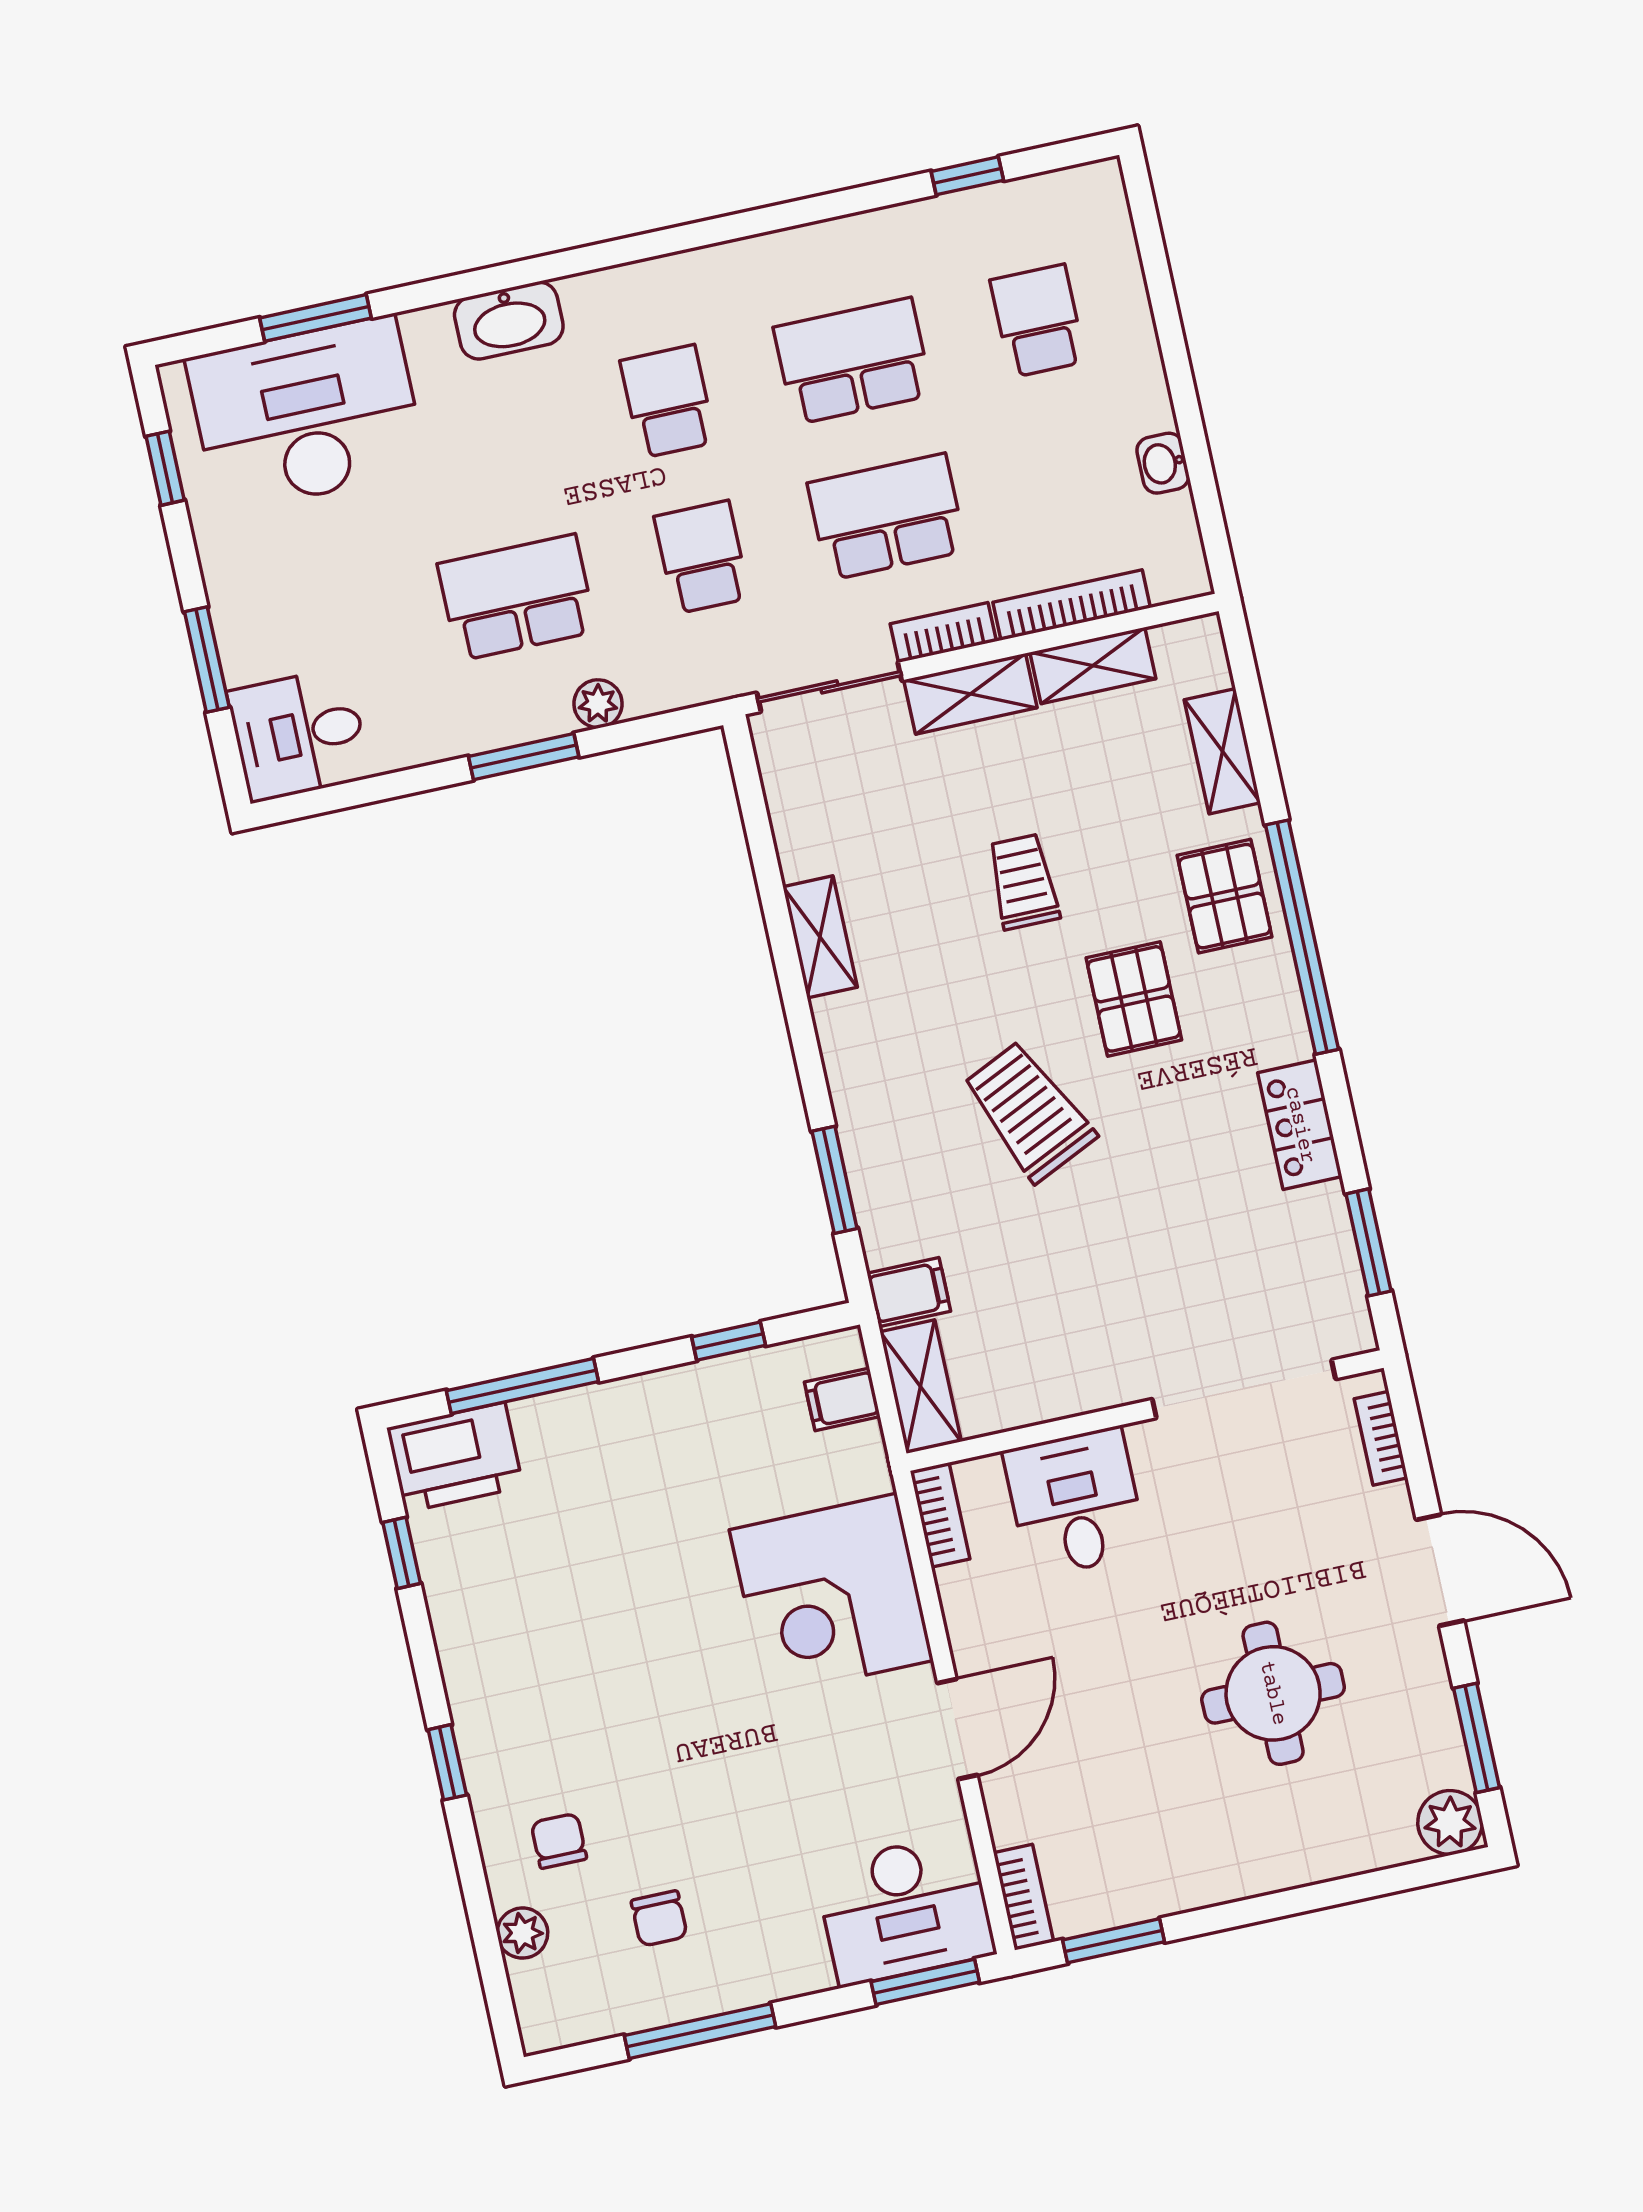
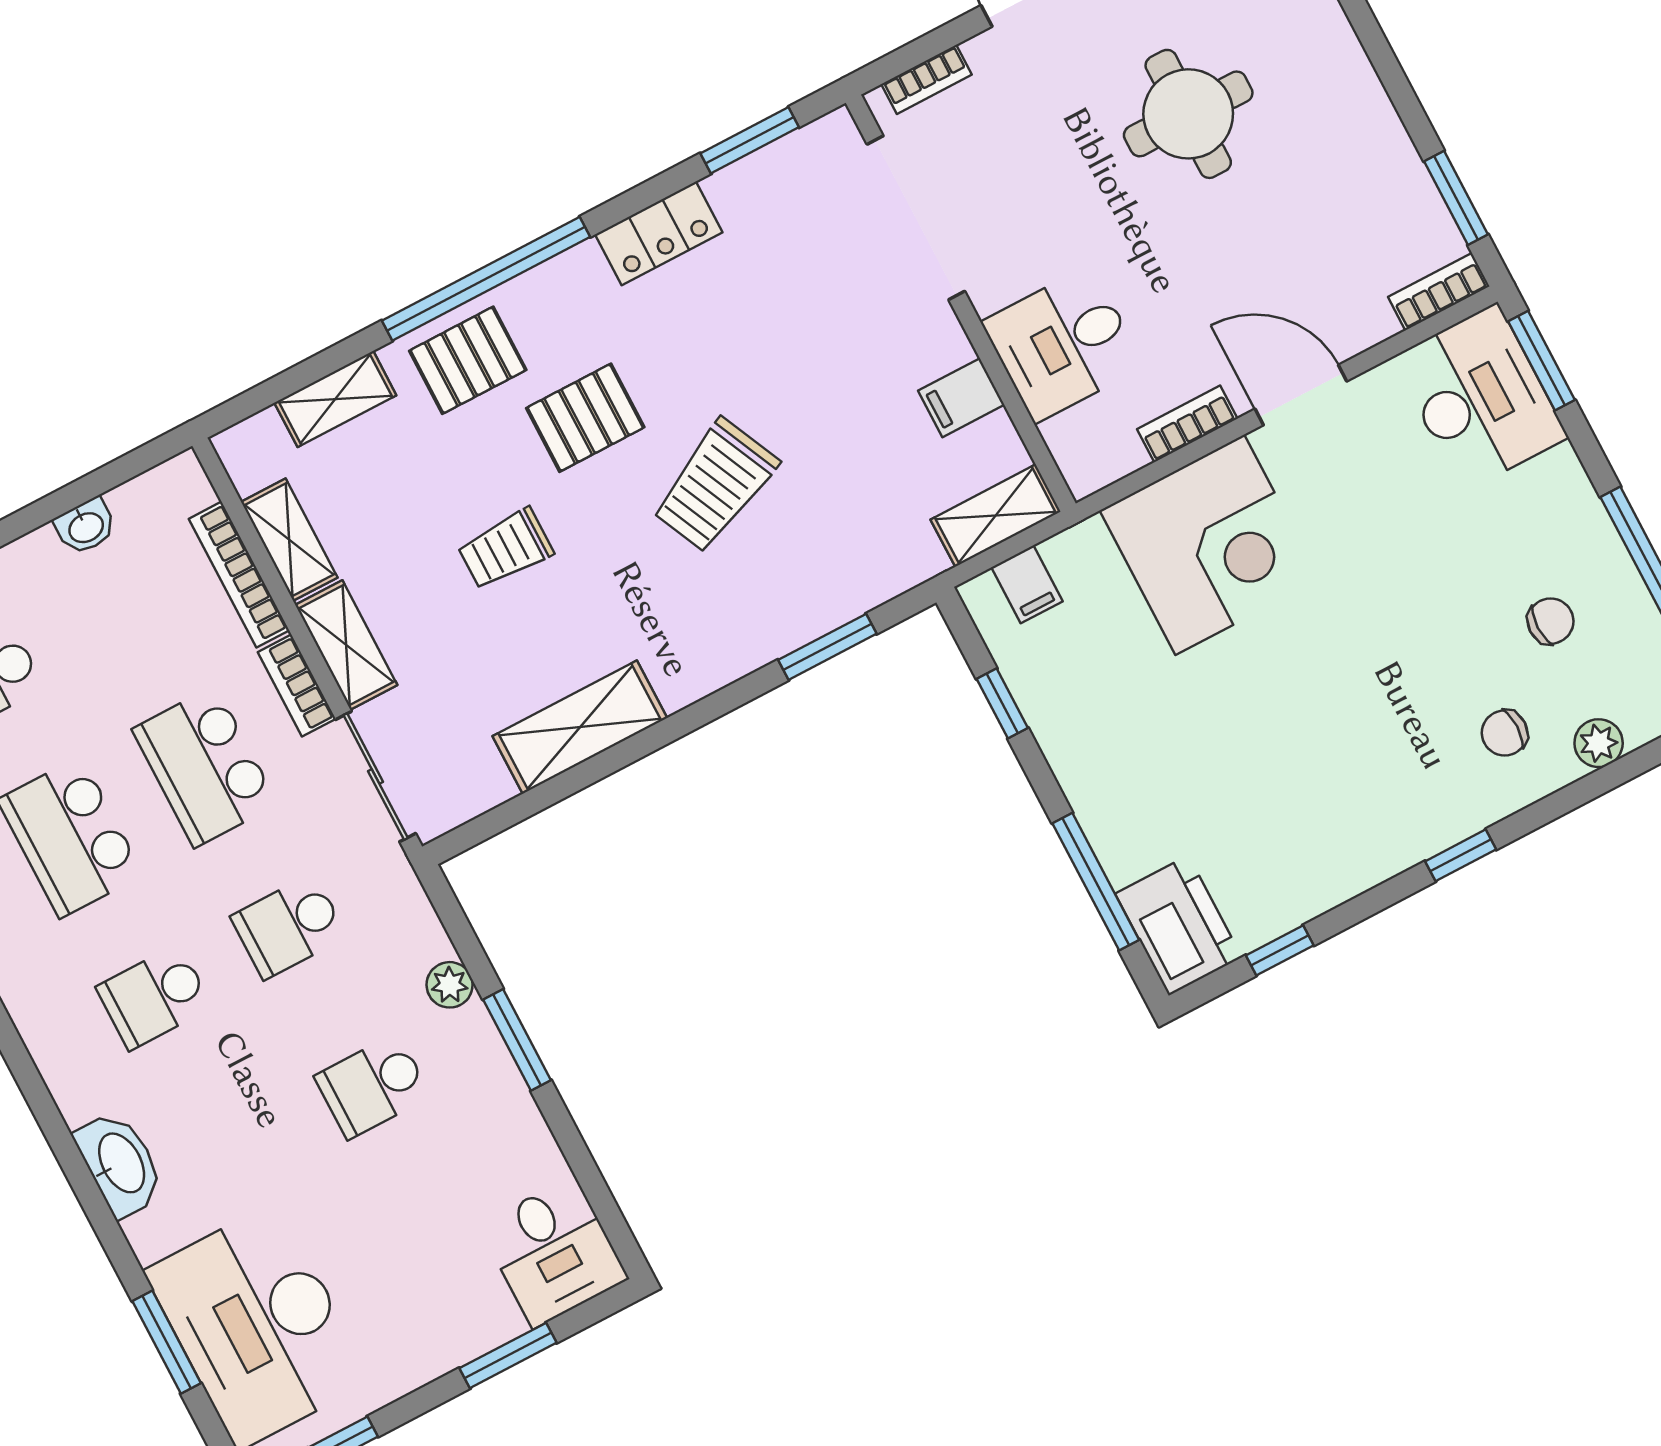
school desk: (517, 598) -> (373, 1086), width x0.54
shelving: (820, 937) -> (580, 727), width x1.50, depth x1.33
filing cabinet: (909, 1292) -> (961, 398), moved, turned -90
bookcase: (940, 1515) -> (1187, 424), moved

